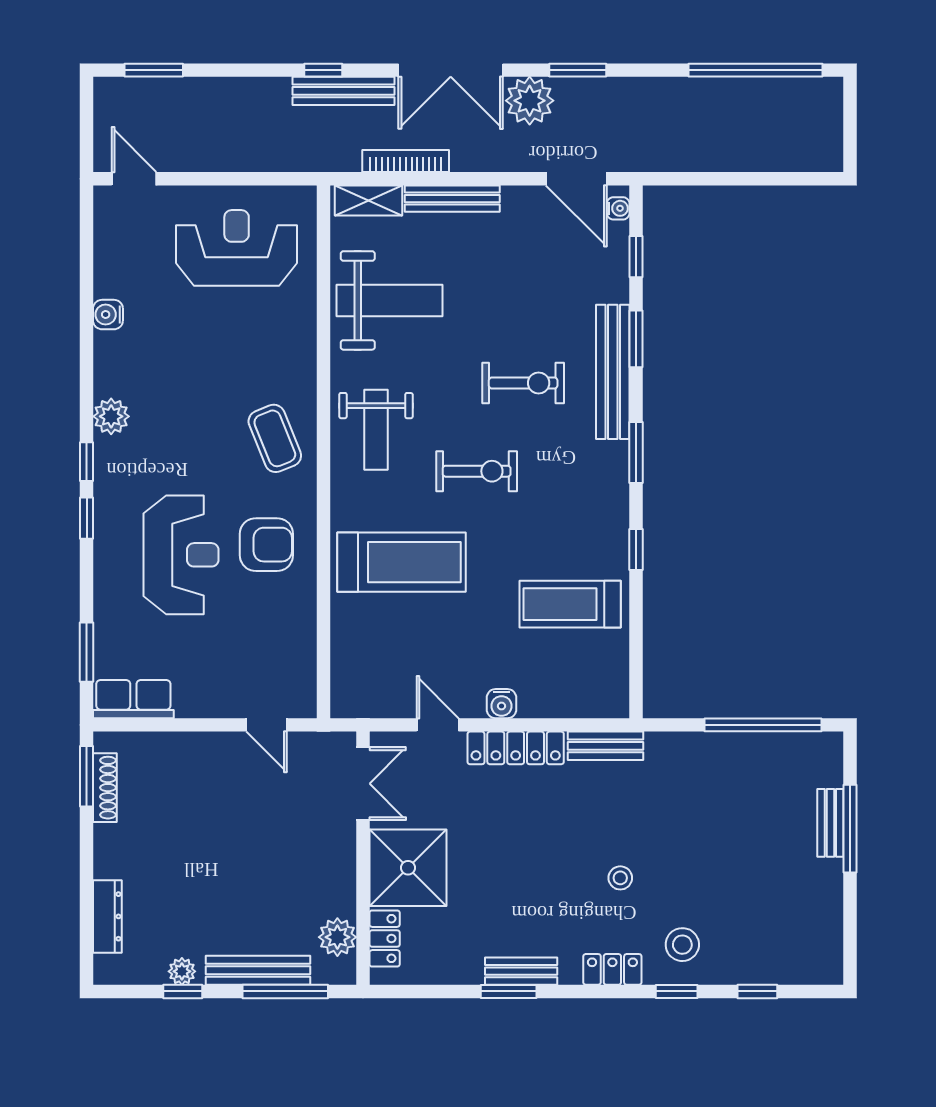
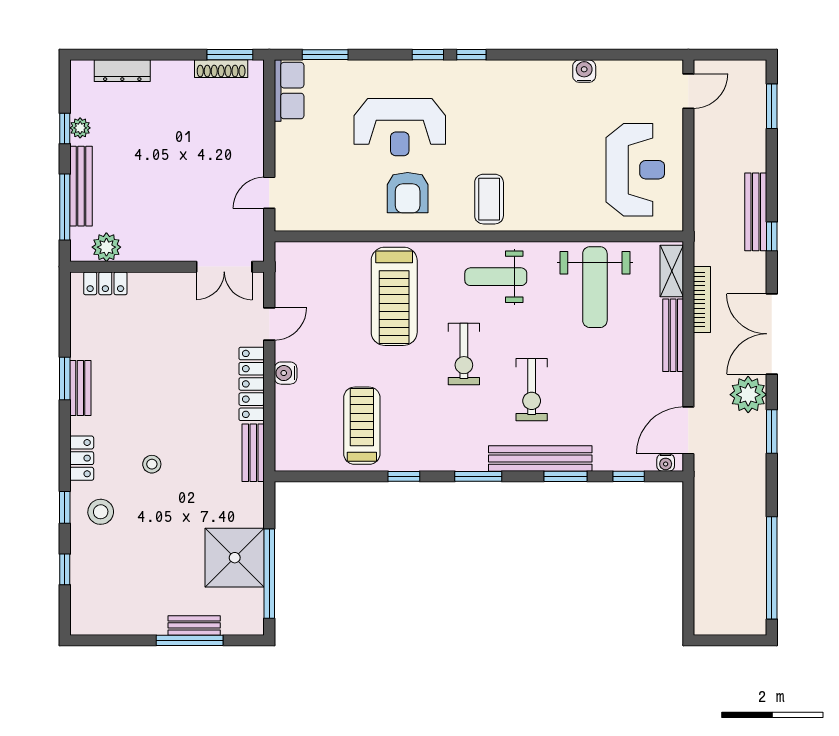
bench: (344, 91) -> (756, 212), moved
plant: (111, 416) -> (506, 74), removed
coffee table: (275, 438) -> (489, 199), turned -68
shower: (408, 868) -> (235, 558), moved

